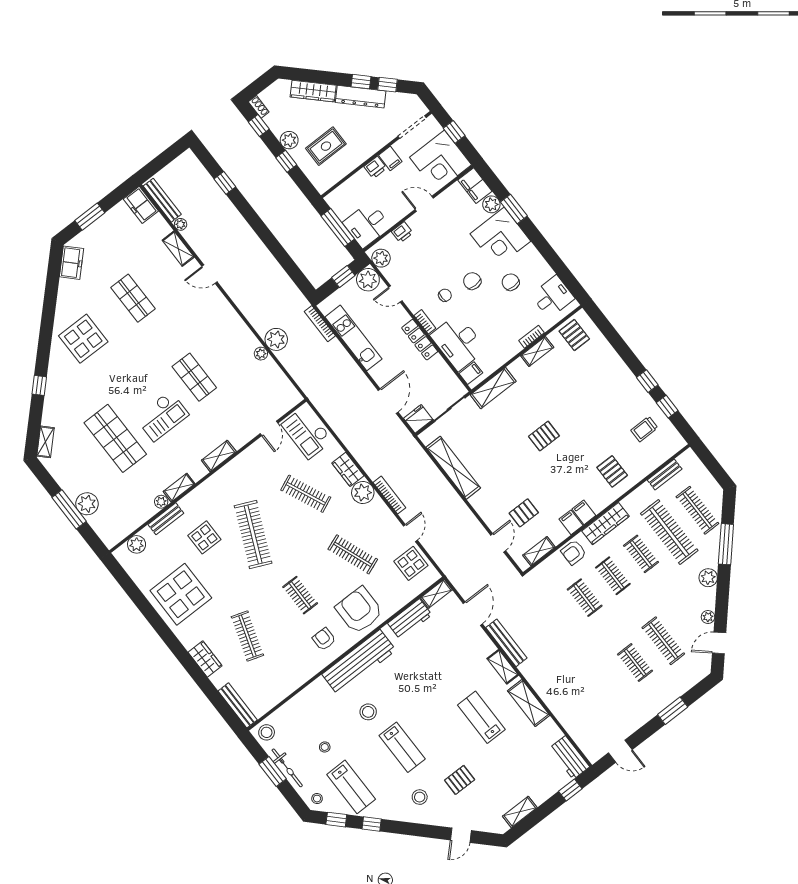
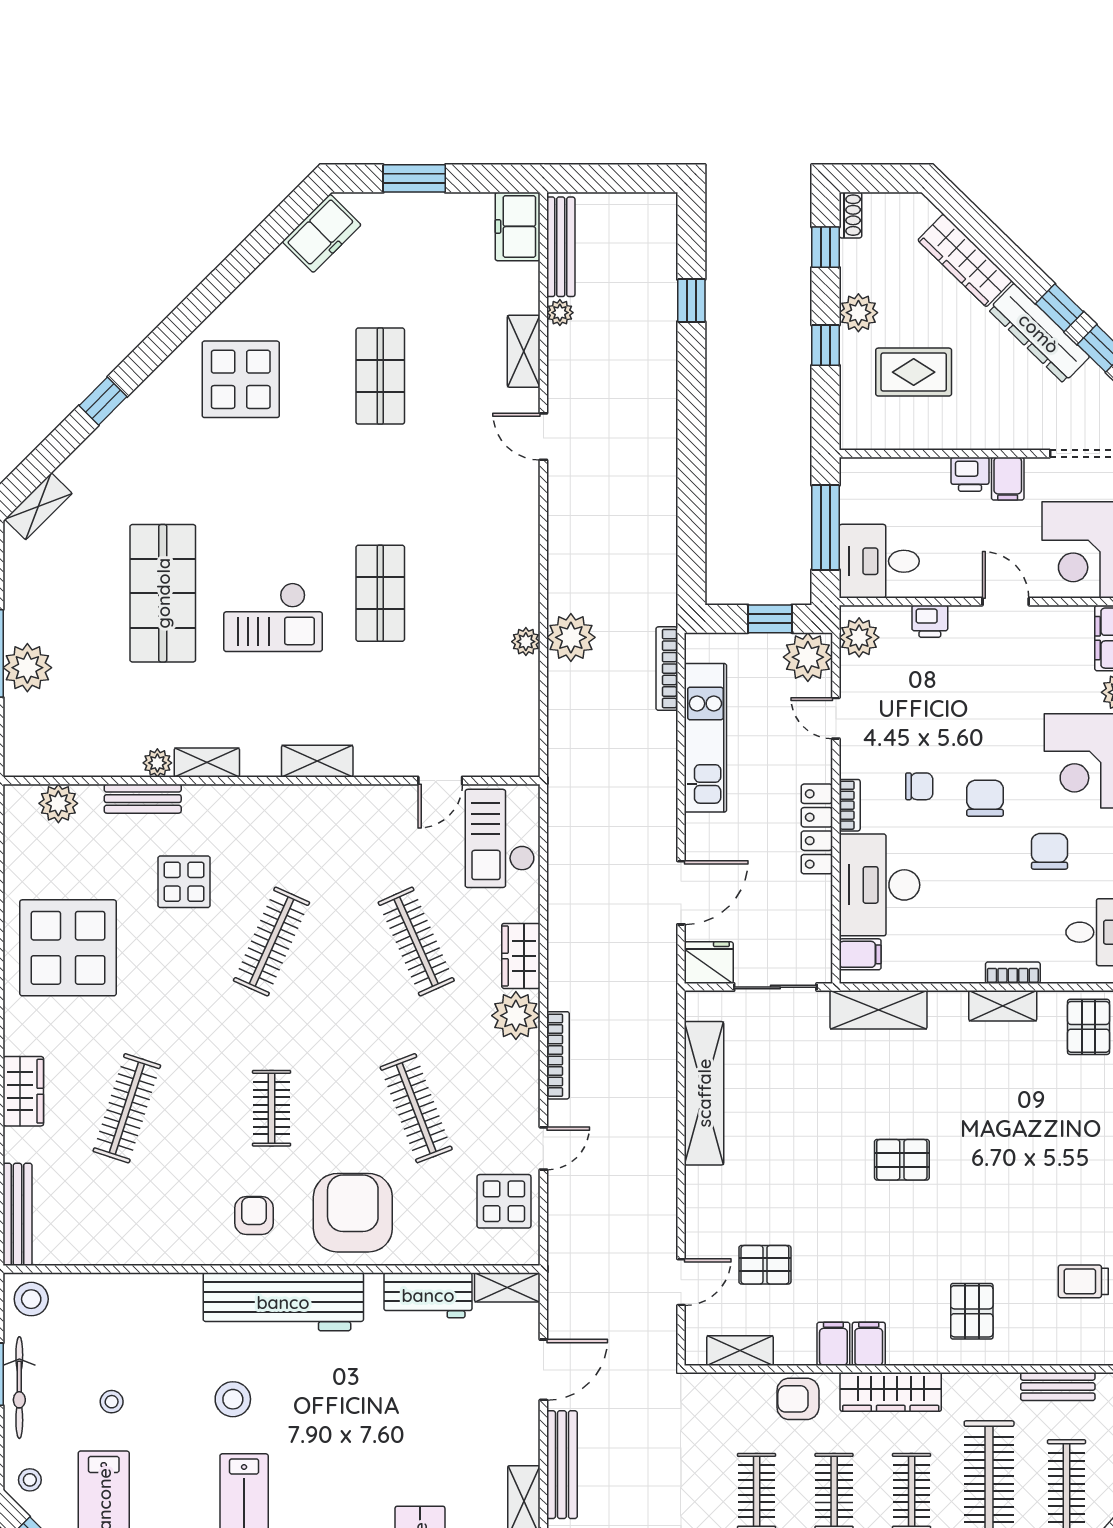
clothes rail: (253, 534) -> (272, 942), width x0.73, depth x0.76

